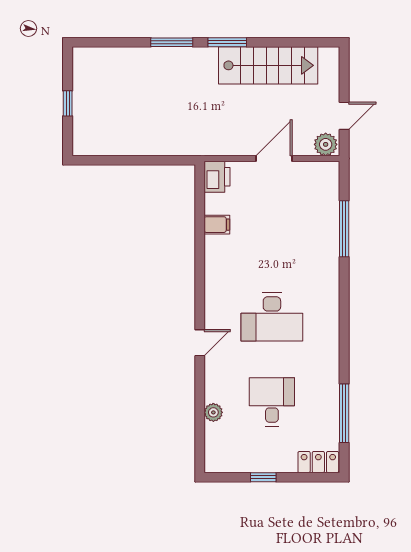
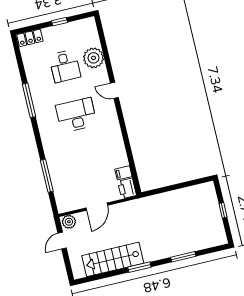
window: (172, 42) -> (183, 257), moved
filing cabinet: (217, 225) -> (123, 173), moved
door: (200, 343) -> (114, 90), hinge flipped
plant: (213, 412) -> (94, 58), width x1.88, depth x1.88
window: (344, 413) -> (29, 100), moved

